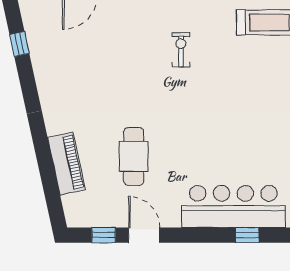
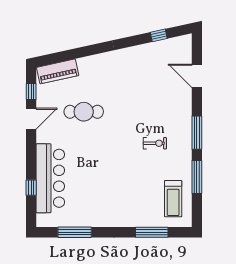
piano: (66, 164) -> (58, 71), moved

